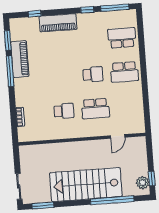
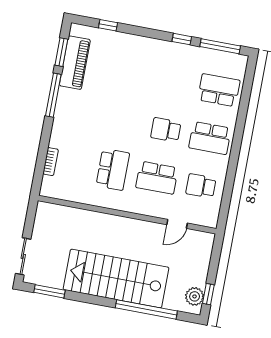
piano: (58, 23) -> (137, 46), removed
piano: (20, 59) -> (75, 63), moved
school desk: (93, 74) -> (166, 130), turned 180
school desk: (127, 106) -> (201, 186), added
school desk: (64, 111) -> (113, 169), width x1.85

